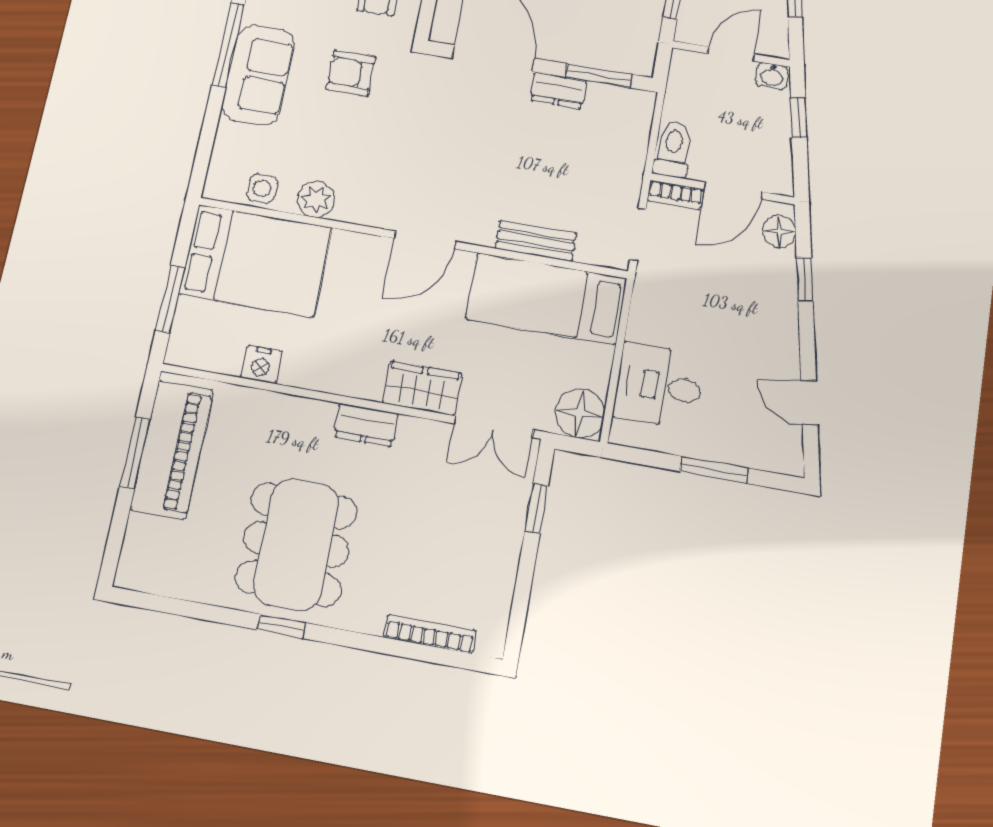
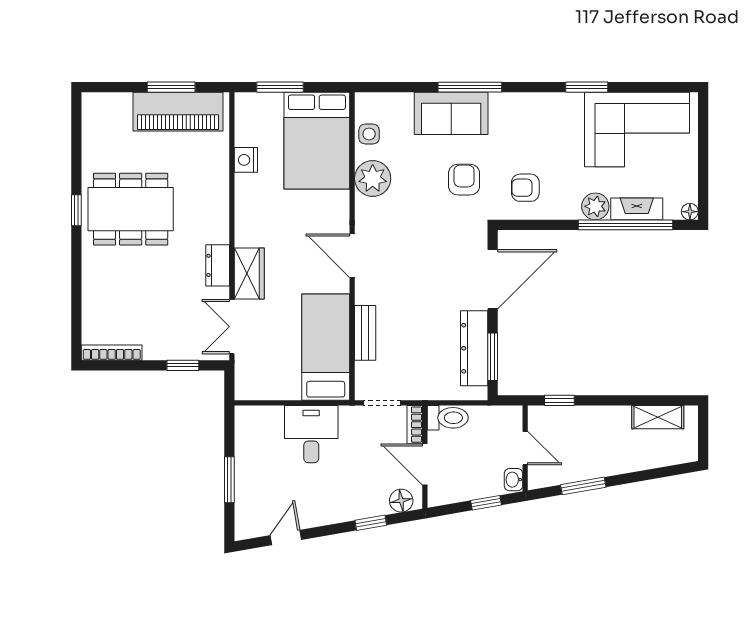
dresser: (558, 90) -> (474, 348), width x1.96, depth x1.24
plant: (316, 199) -> (373, 179), width x1.36, depth x1.36
desk: (659, 386) -> (311, 434), moved
floor lamp: (580, 413) -> (251, 384), removed
dresser: (366, 425) -> (218, 265), moved
bookcase: (430, 634) -> (112, 353), moved, turned -90

